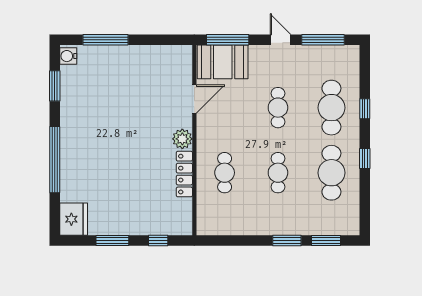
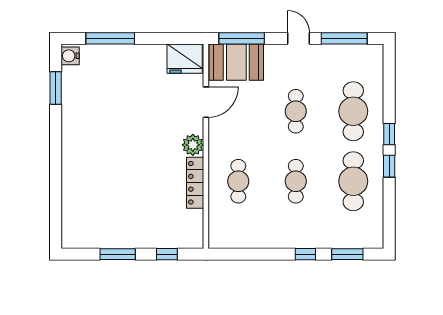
window: (365, 109) -> (389, 134), moved
window: (55, 160) -> (56, 167), removed
fridge: (74, 219) -> (185, 59), moved, turned 90
window: (287, 241) -> (305, 254), width x0.67

